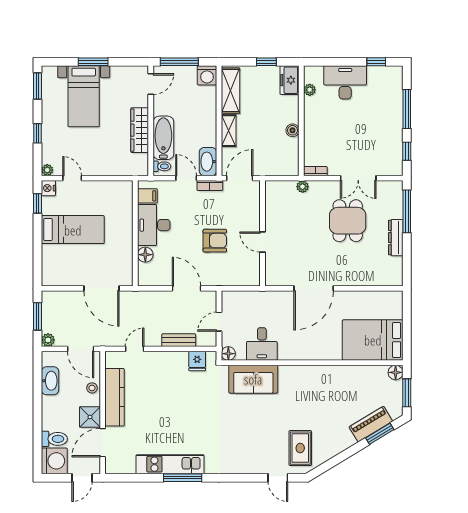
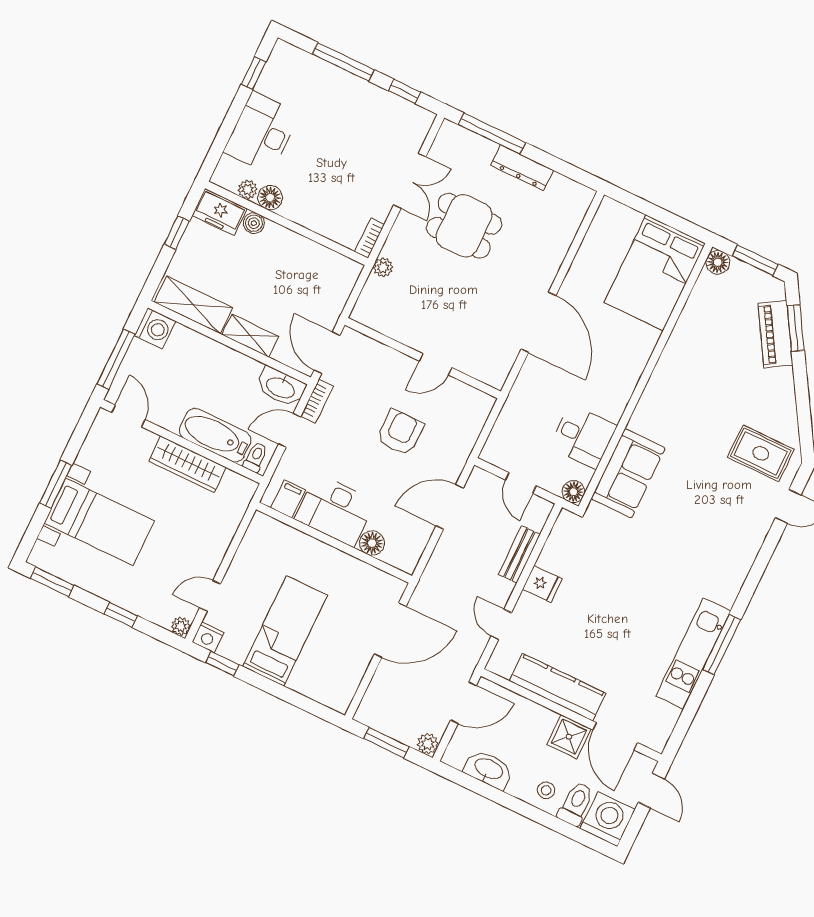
floor lamp: (311, 105) -> (270, 198), added
boiler: (292, 130) -> (254, 223), moved
fridge: (197, 361) -> (542, 584), moved
stool: (92, 388) -> (546, 790), moved

